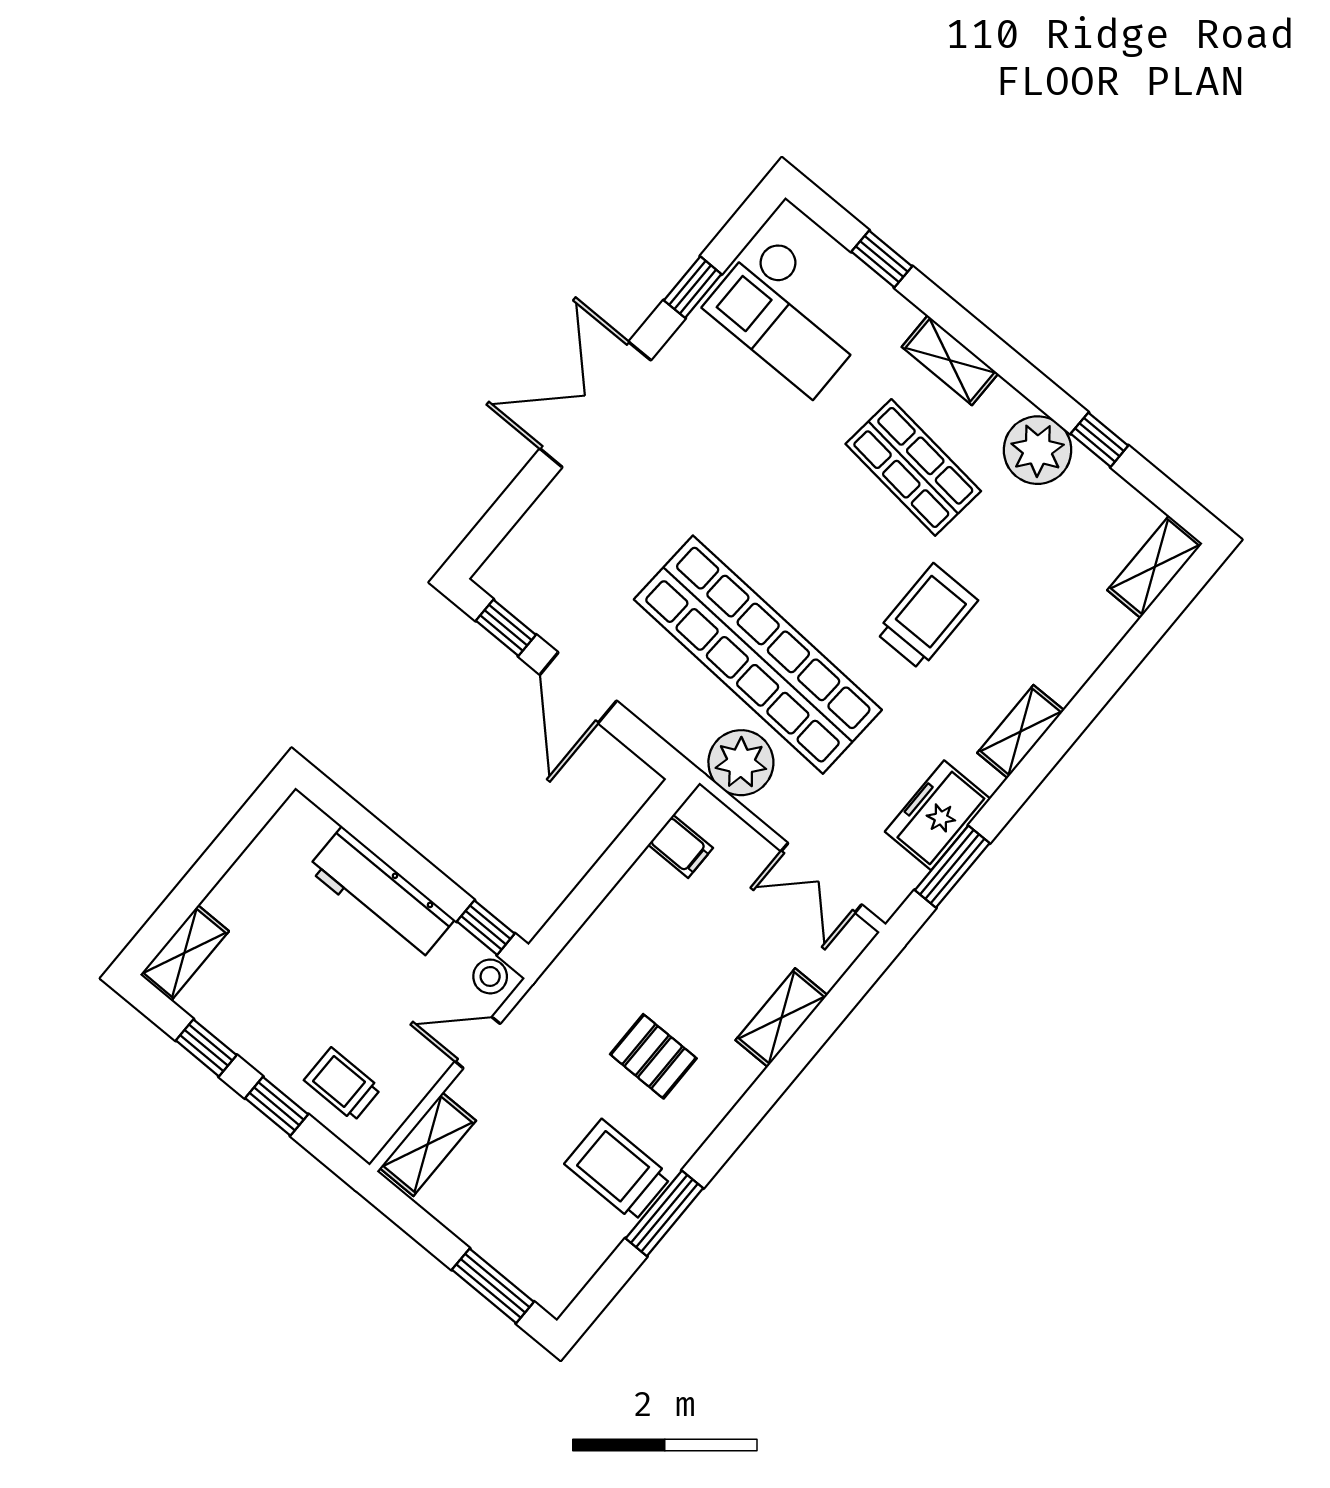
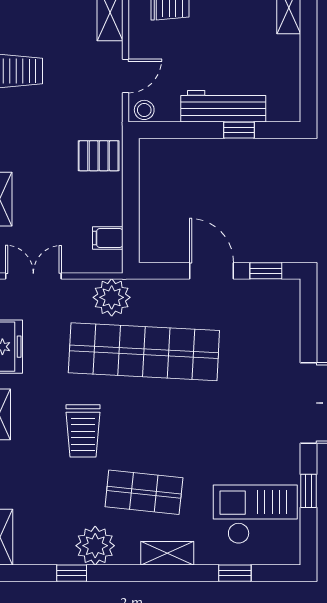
window: (486, 928) -> (239, 130), moved
pallet: (653, 1056) -> (99, 156), moved

